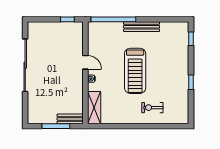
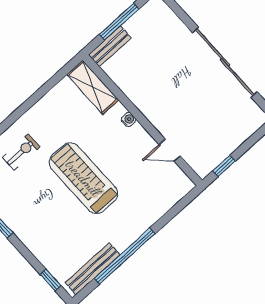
window: (113, 19) -> (125, 256), moved
bench: (142, 27) -> (93, 269), moved
door: (85, 62) -> (170, 150), moved

